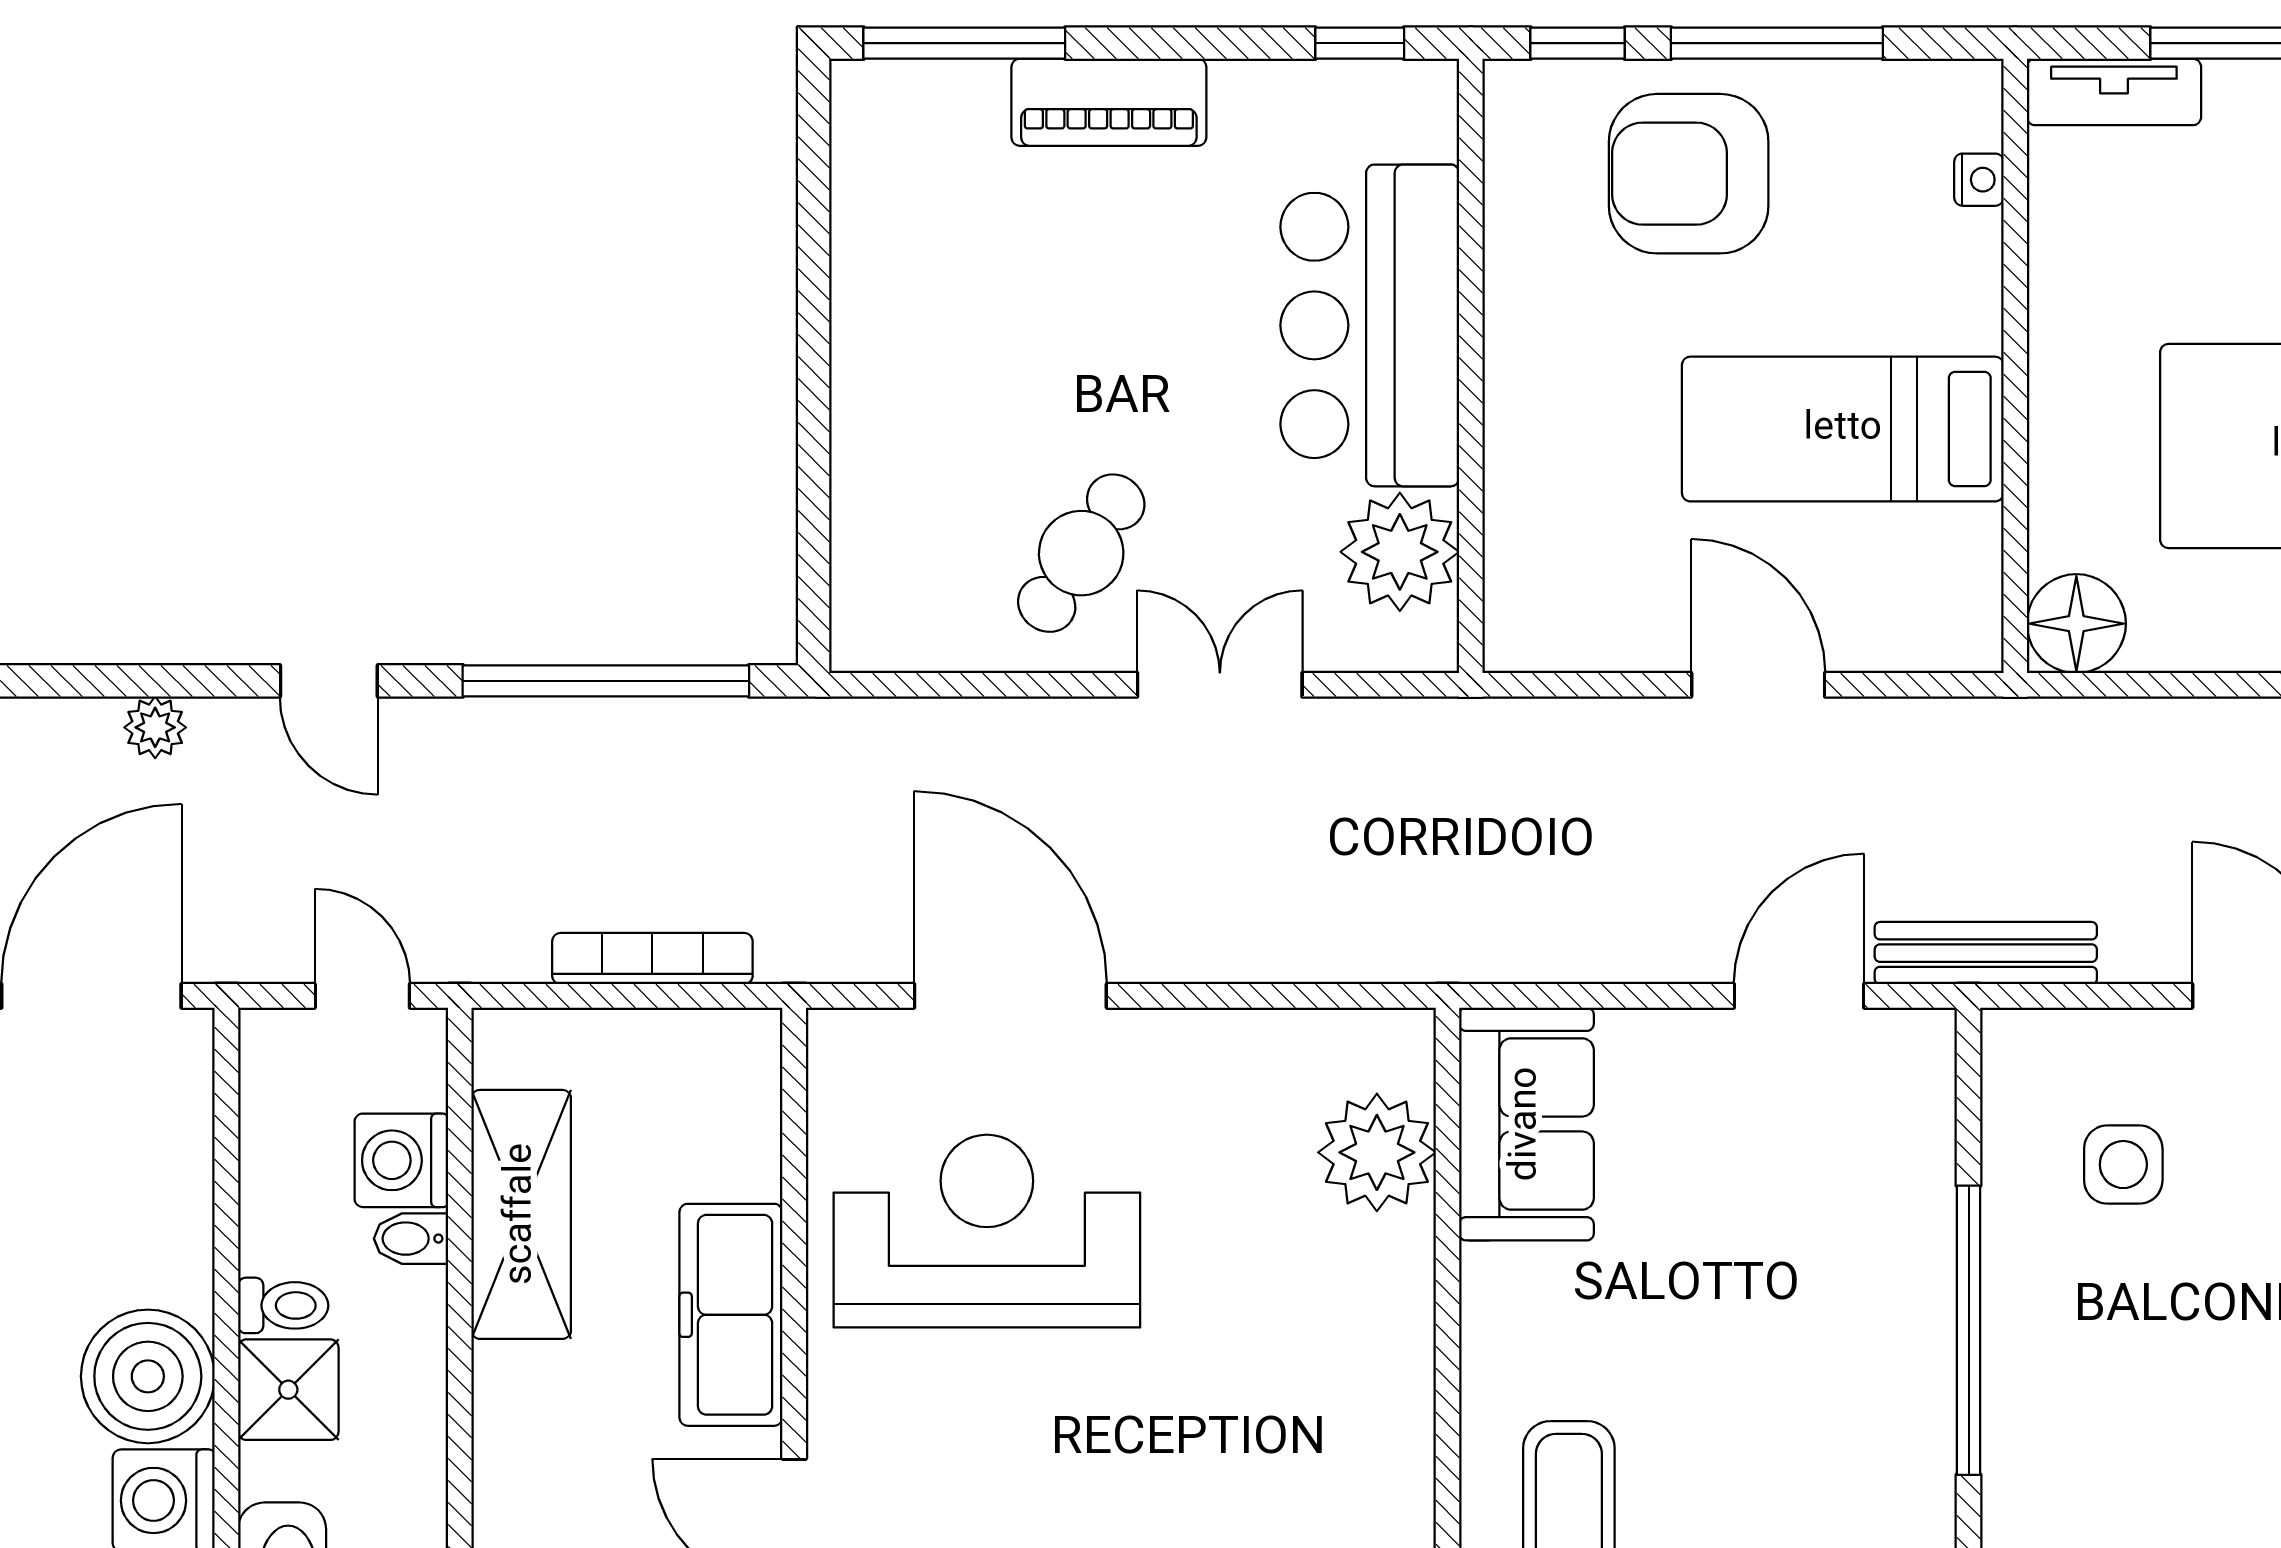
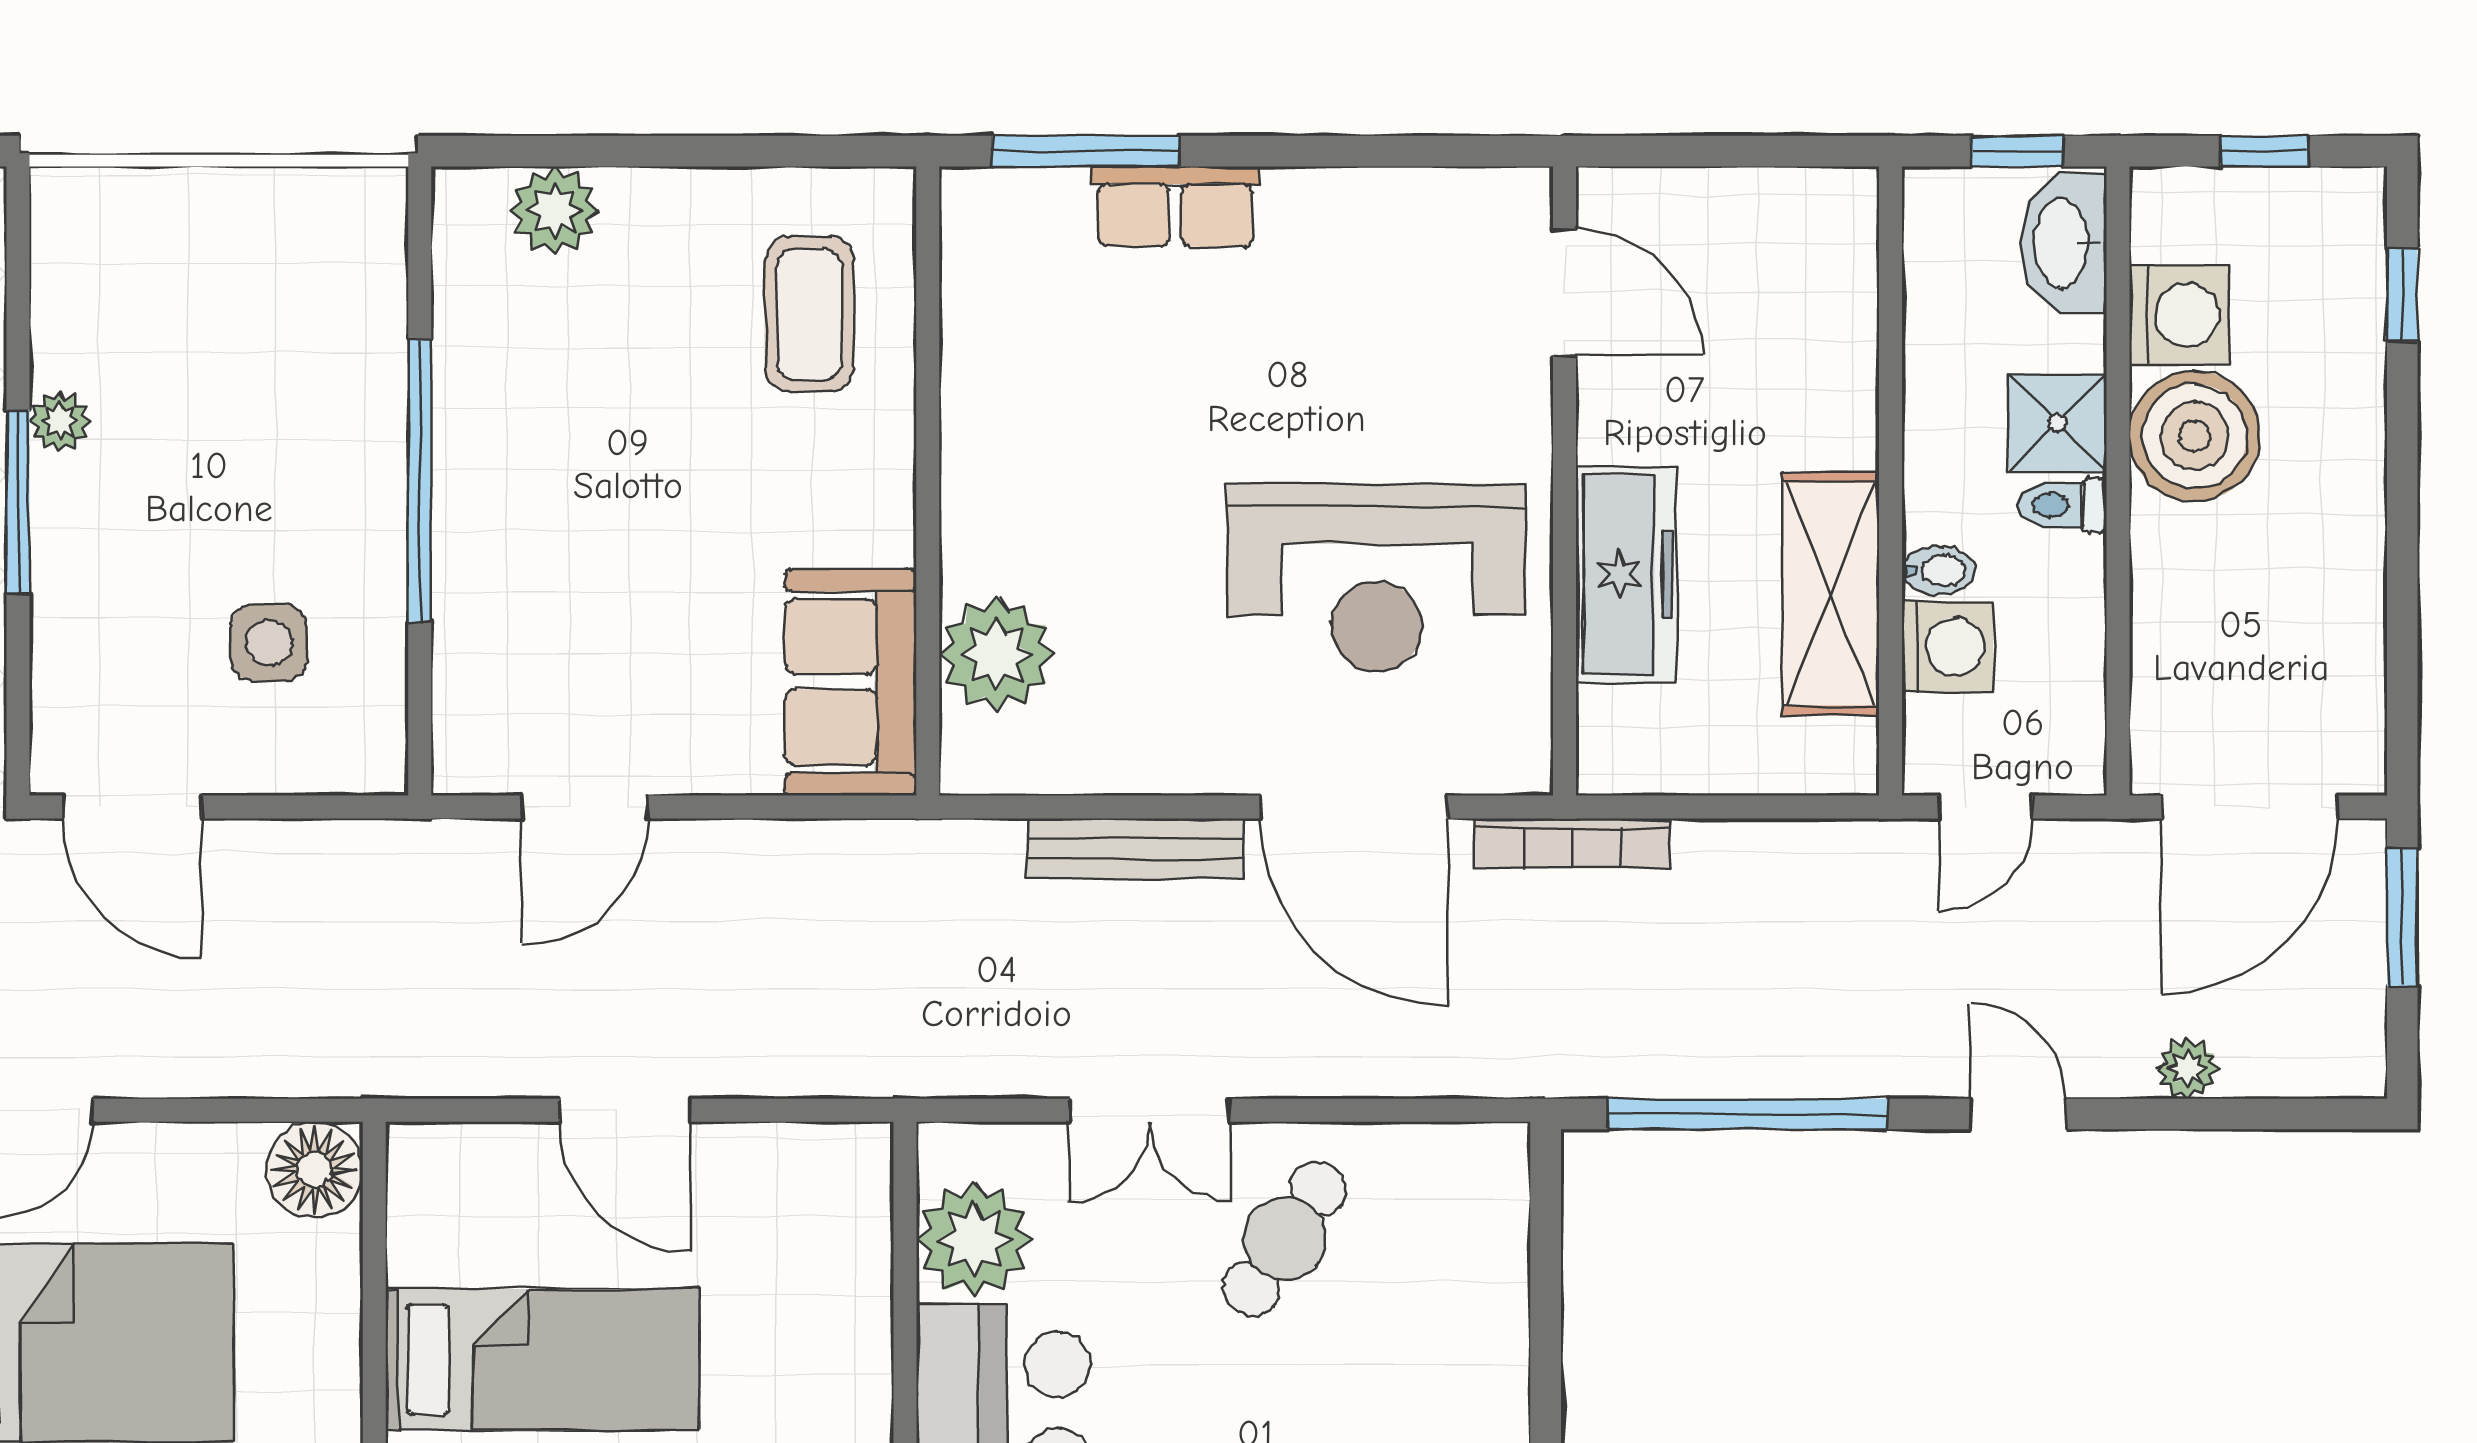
bench: (1986, 953) -> (1136, 849), moved
bookcase: (652, 959) -> (1573, 843), moved
door: (362, 996) -> (1986, 807), hinge flipped
freezer: (731, 1315) -> (1626, 574), moved

